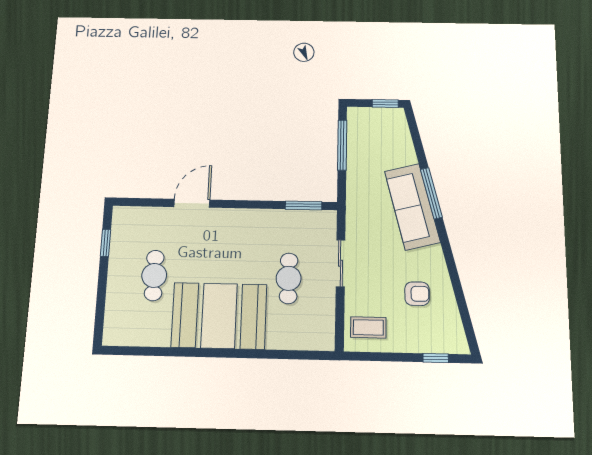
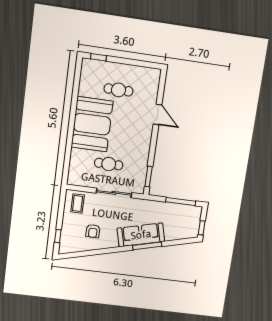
window: (106, 243) -> (98, 57), moved
sliding door: (341, 263) -> (114, 193), width x1.37

